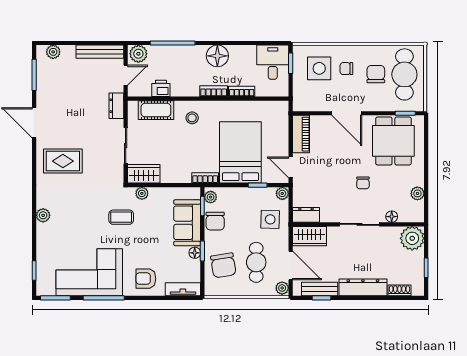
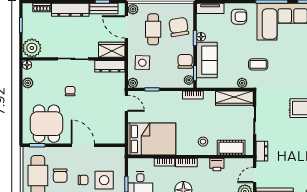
printer: (161, 88) -> (217, 165), moved
piano: (301, 134) -> (118, 129), removed
bed: (240, 152) -> (152, 139), moved, turned -90
wardrobe: (144, 174) -> (234, 98), width x1.50
dresser: (306, 215) -> (110, 66), width x1.44
floor lamp: (392, 217) -> (27, 65), moved

